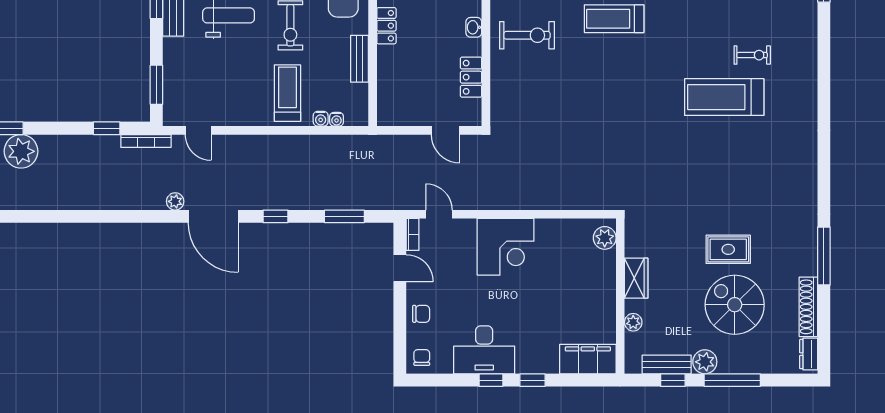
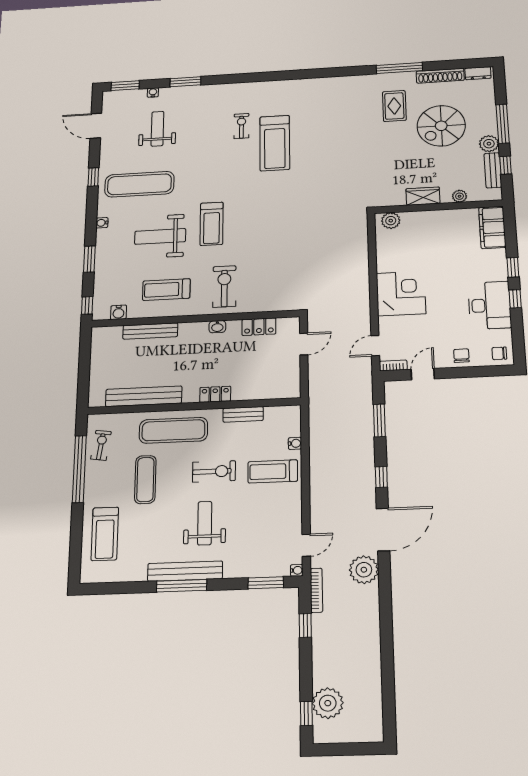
water cooler: (337, 119) -> (297, 570), moved
plant: (175, 201) -> (364, 570), width x1.87, depth x1.87
rug: (728, 249) -> (394, 106), moved

